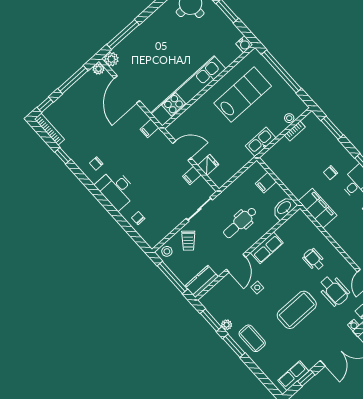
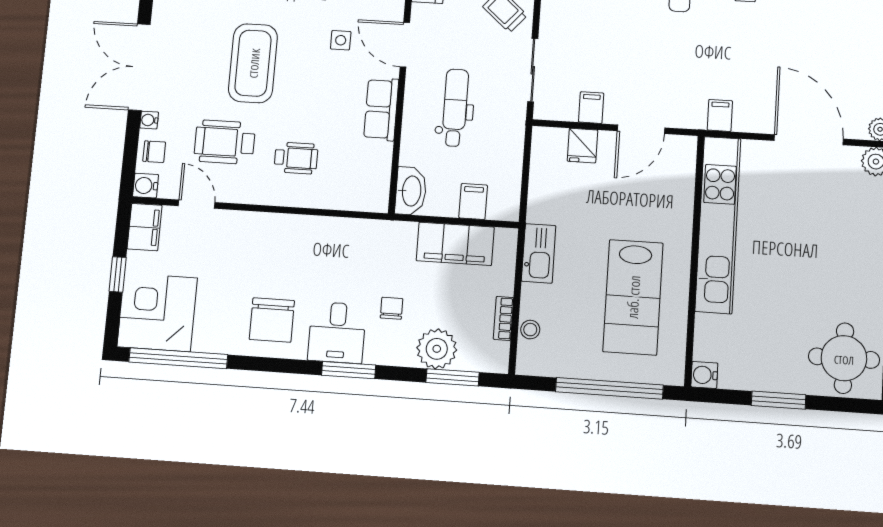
plant: (328, 143) -> (437, 349), added
filing cabinet: (318, 208) -> (455, 244), moved

